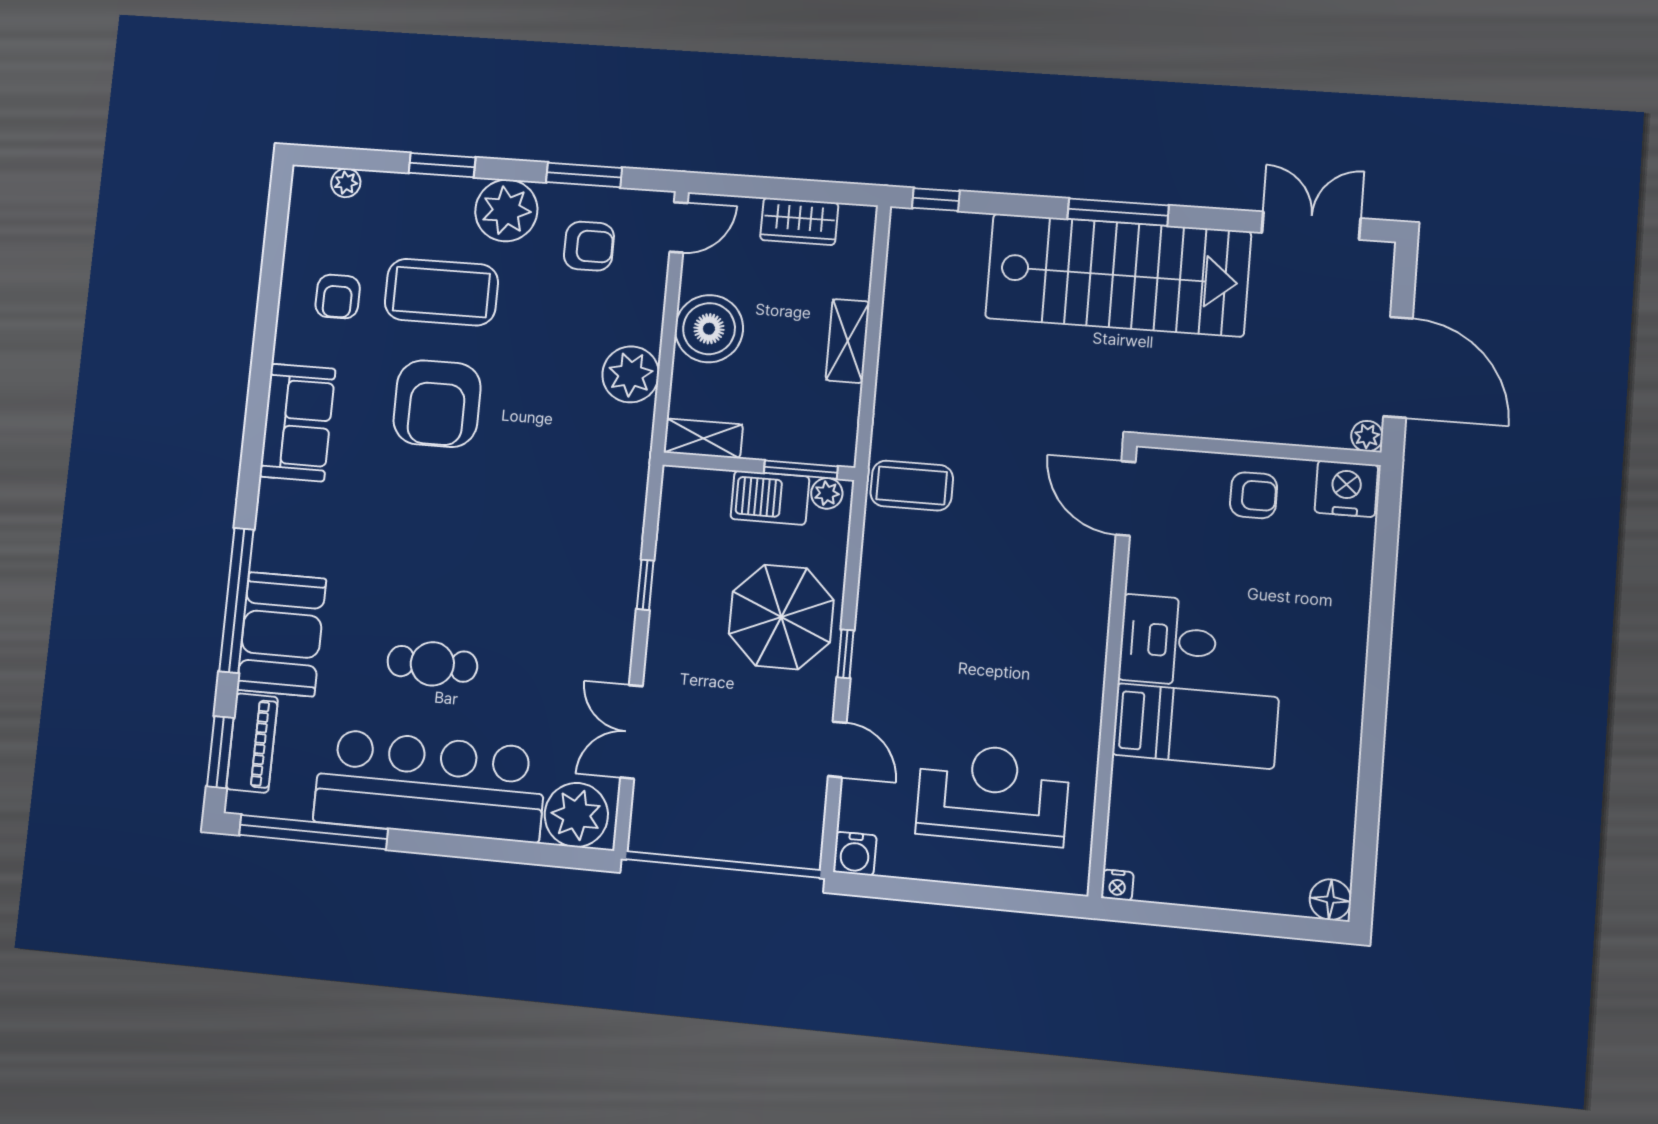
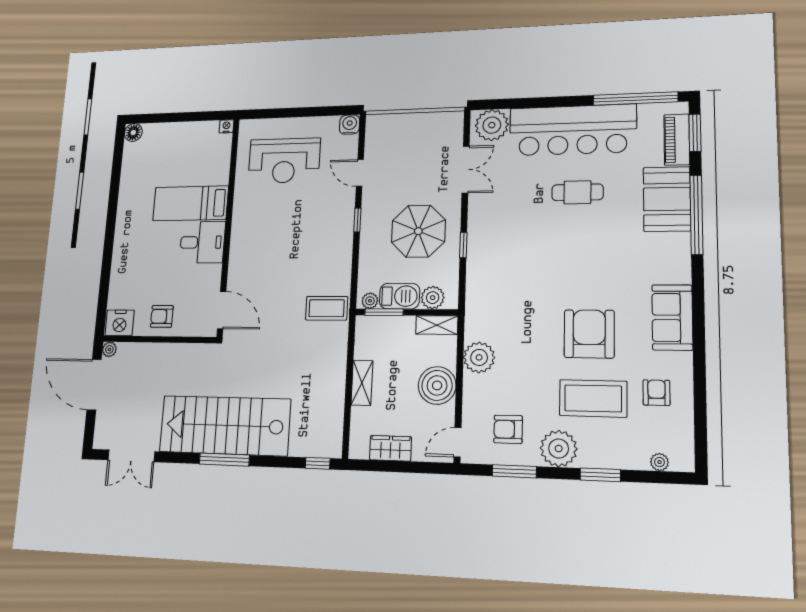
plant: (708, 490) -> (433, 298), added
parasol: (781, 617) -> (418, 231), moved

